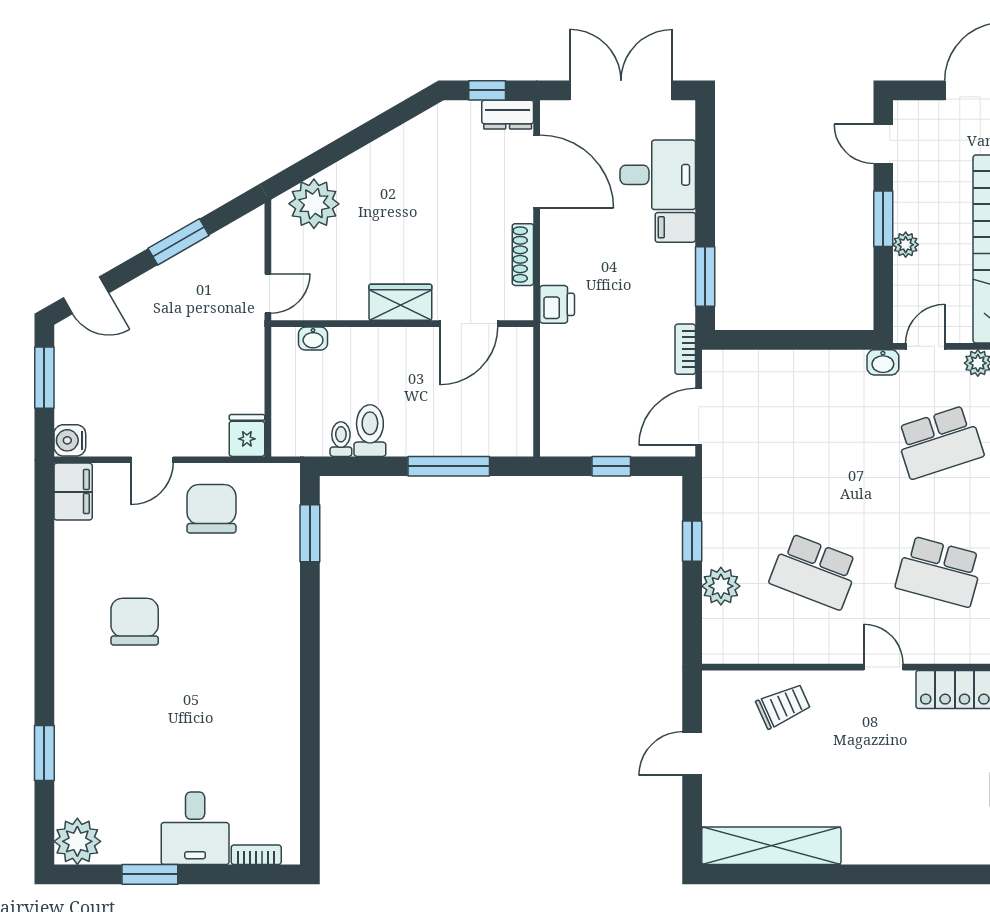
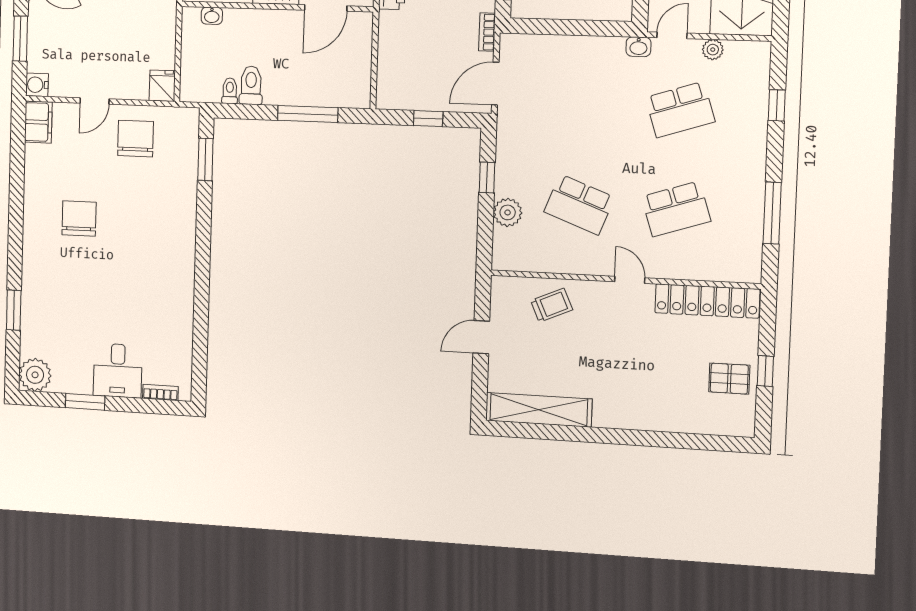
school desk: (939, 571) -> (676, 209), turned -33

